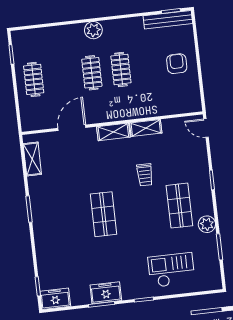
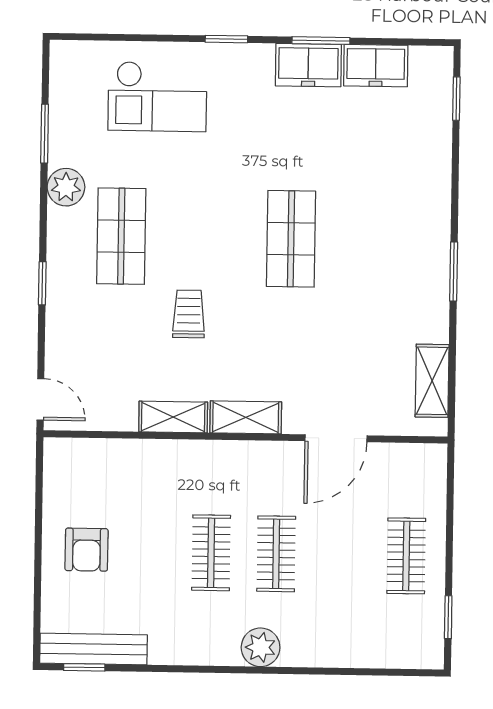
freezer: (55, 299) -> (376, 66), moved

